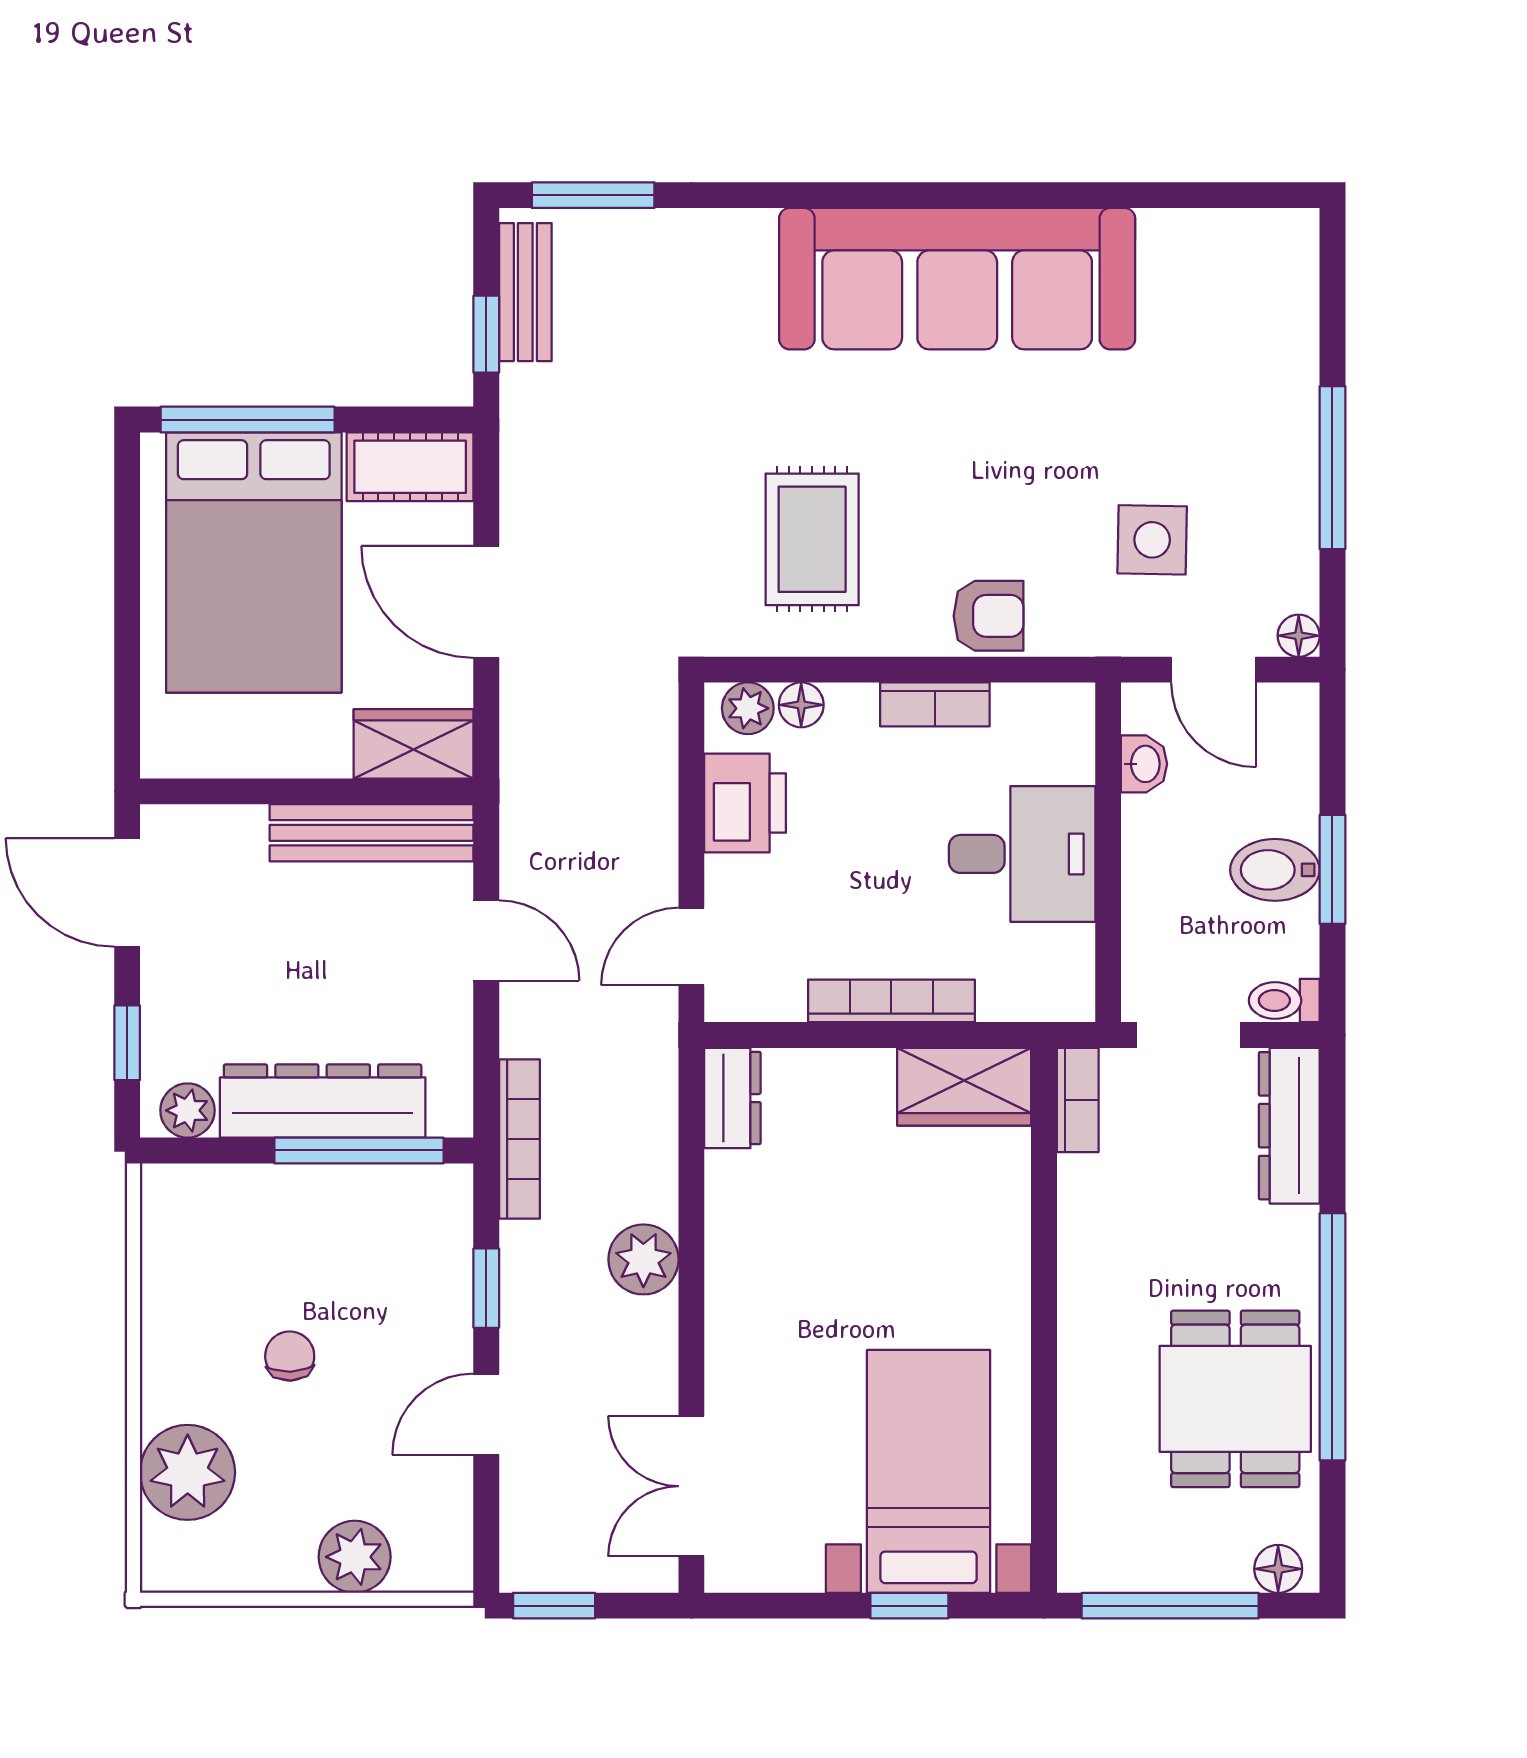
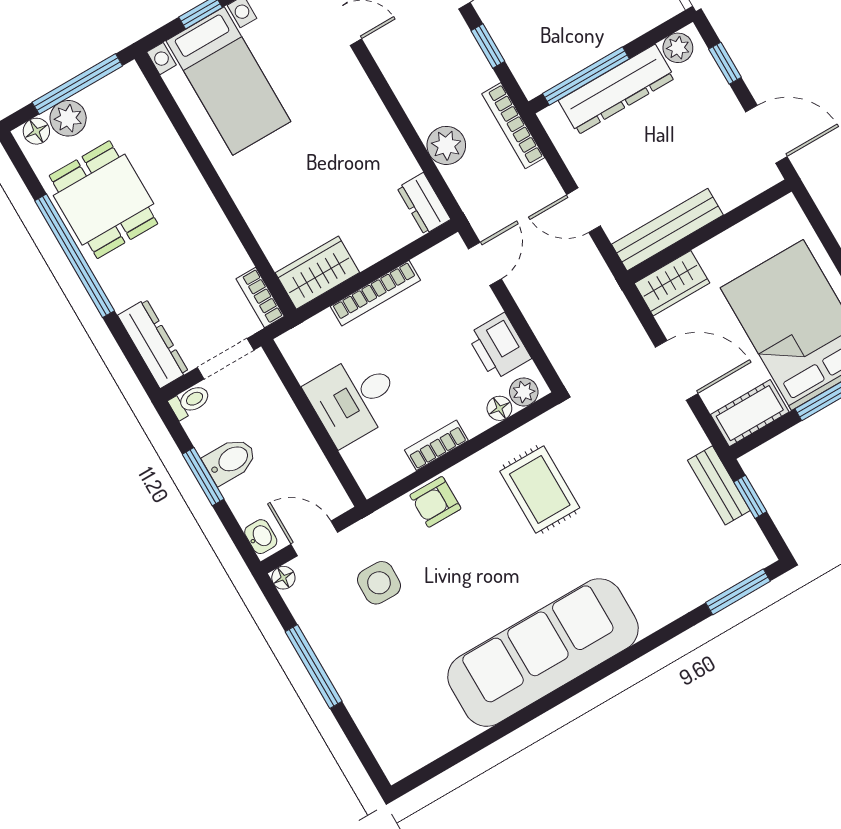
bench: (525, 292) -> (719, 485), moved
washbasin: (1144, 764) -> (261, 537), moved, turned 180
plant: (643, 1259) -> (446, 145), moved
plant: (1216, 1560) -> (68, 118), added

